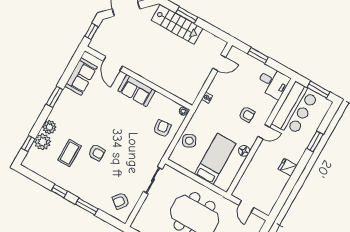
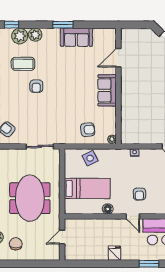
window: (92, 31) -> (135, 25), removed
sofa: (81, 76) -> (76, 37), moved

